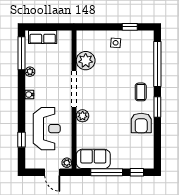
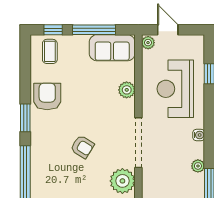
armchair: (115, 86) -> (82, 147), added
coffee table: (141, 92) -> (50, 51), moved
plant: (83, 116) -> (127, 90), moved

